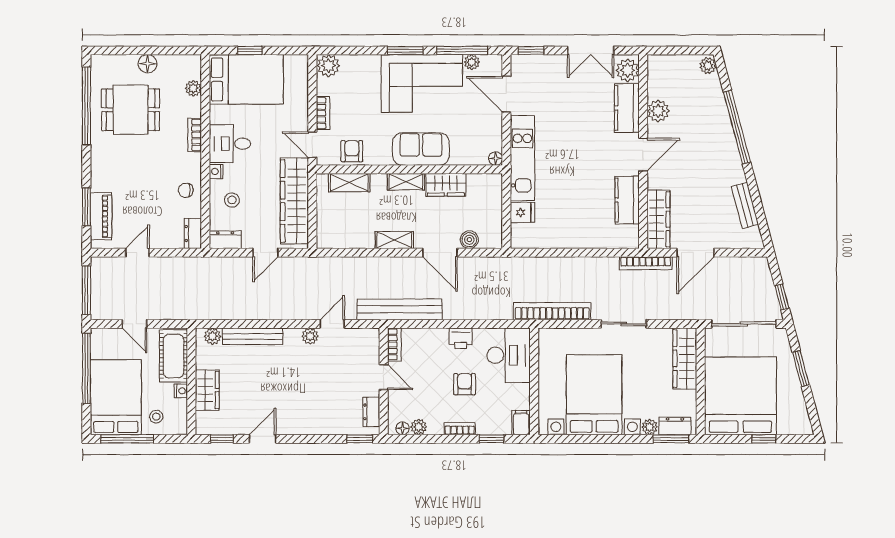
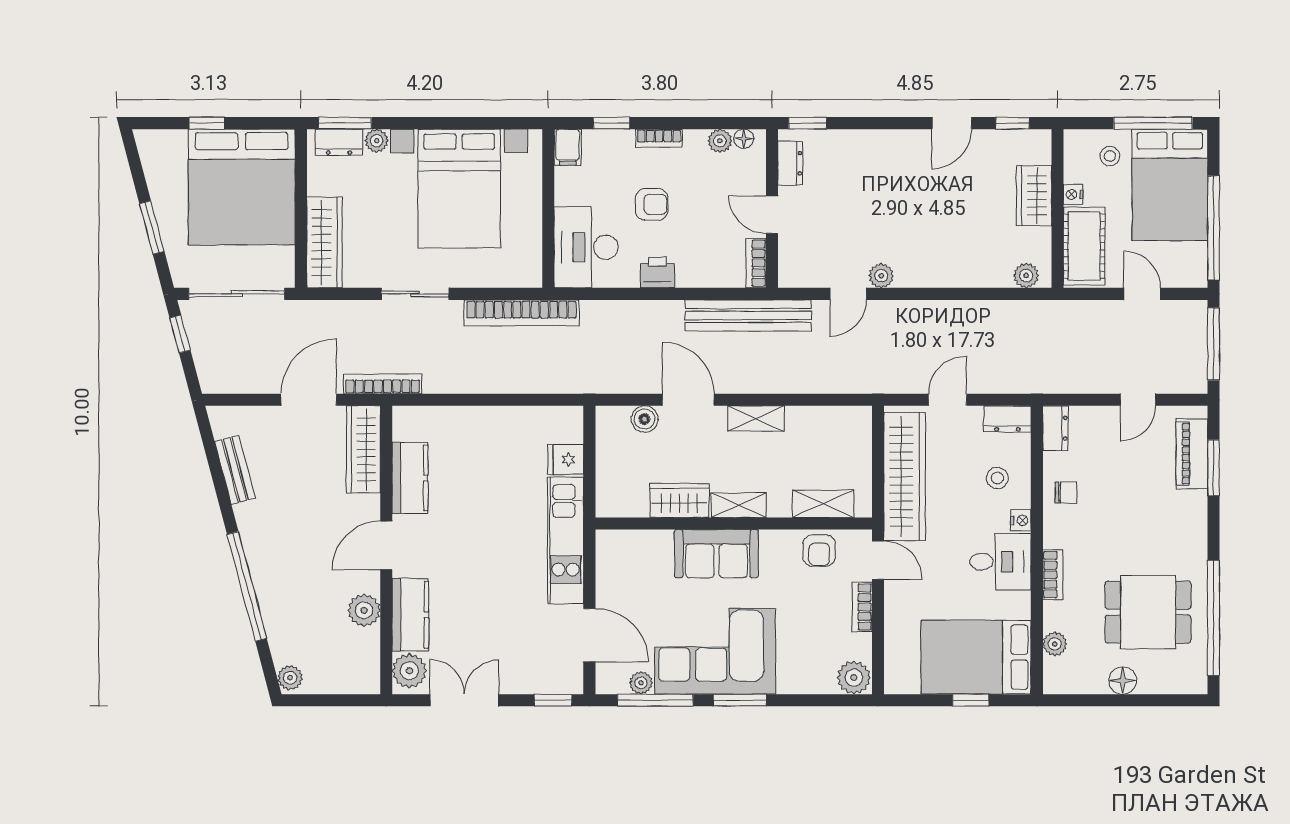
floor lamp: (496, 159) -> (606, 540), removed
bench: (253, 336) -> (967, 275), removed
armchair: (465, 384) -> (652, 204), turned -90

